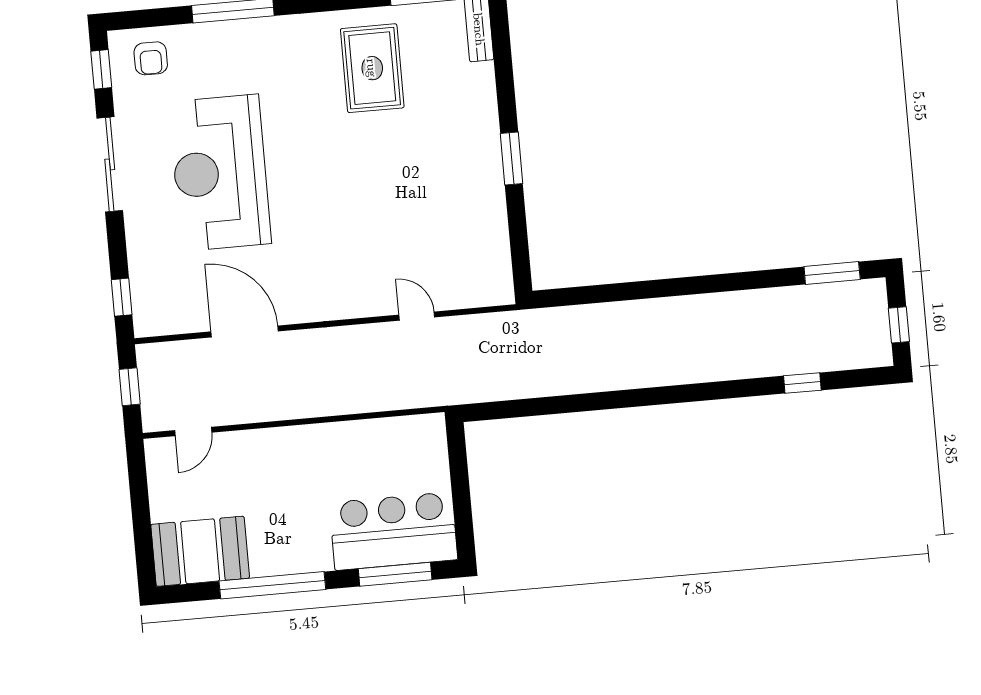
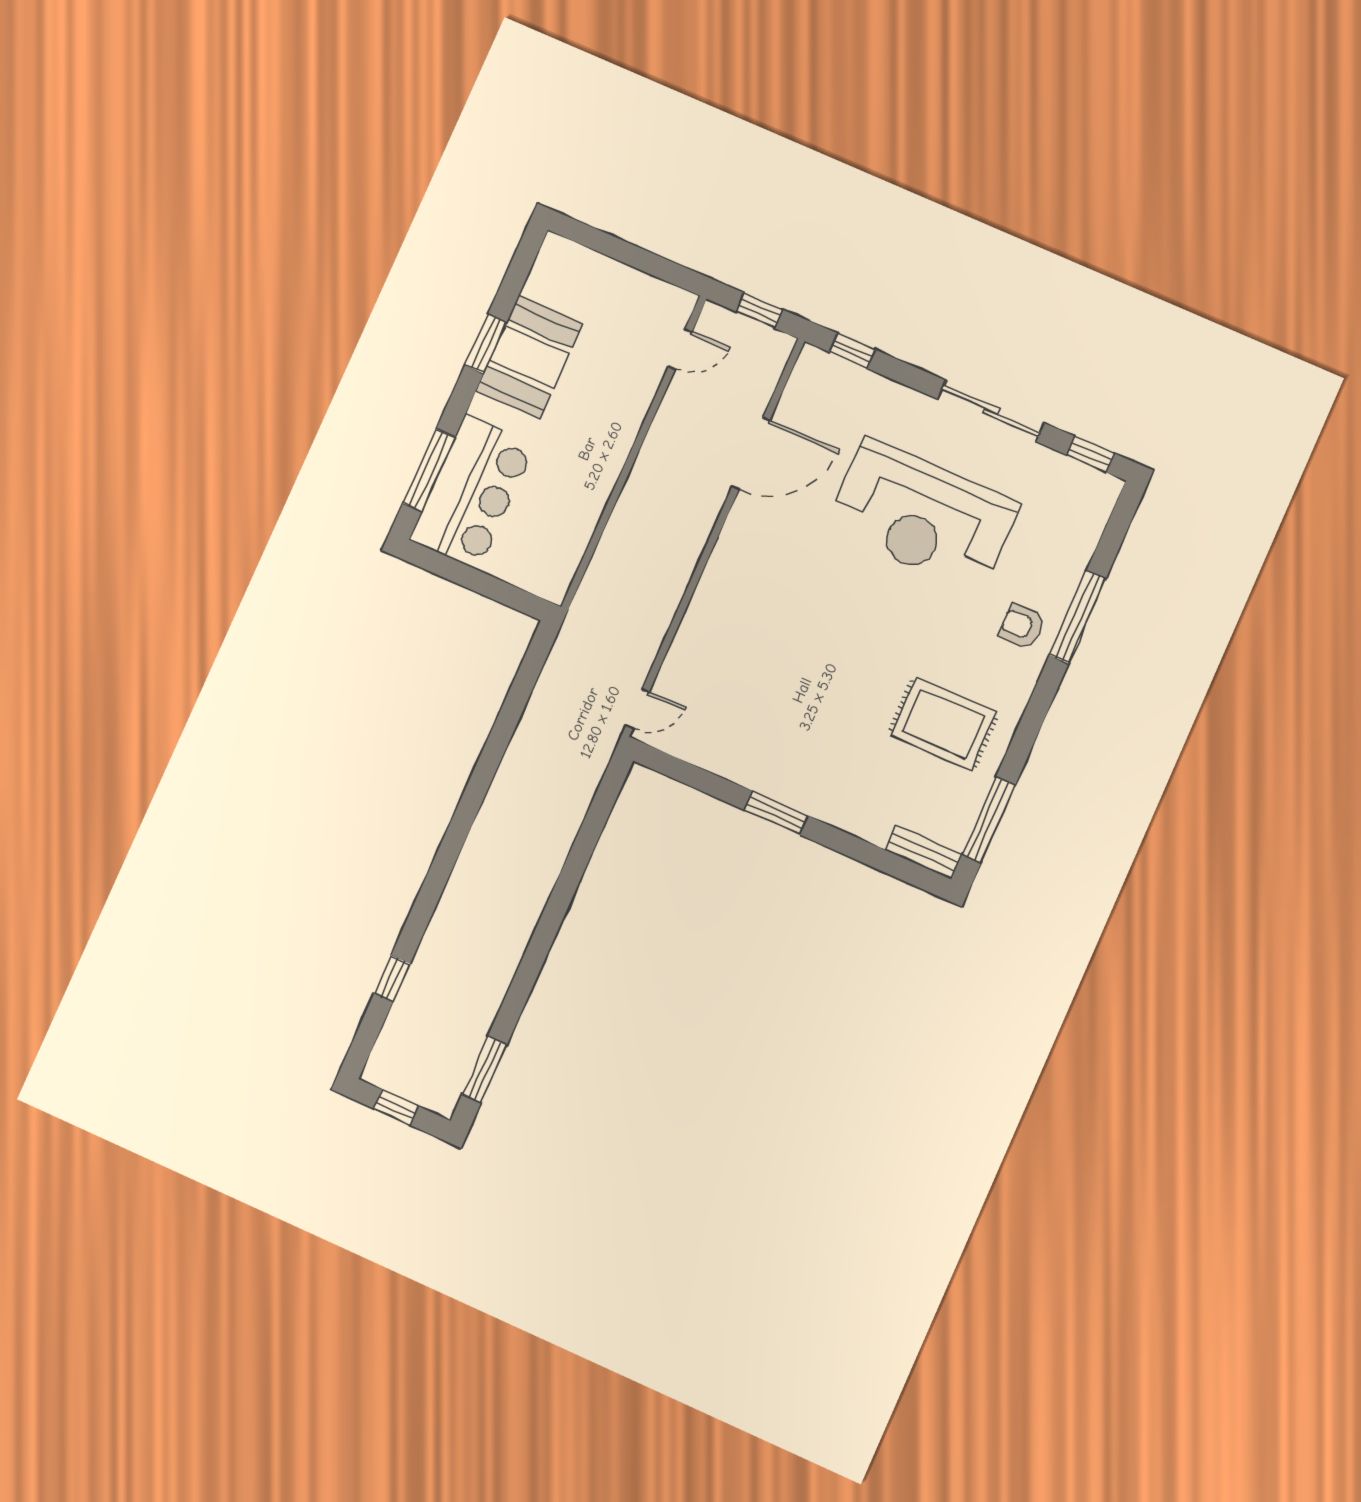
armchair: (151, 58) -> (1022, 626), moved
reception desk: (220, 173) -> (922, 515), turned 180
door: (417, 316) -> (638, 709), moved
door: (193, 431) -> (680, 349), swing flipped
booth: (200, 551) -> (529, 357), moved
window: (272, 585) -> (486, 344), width x0.47

